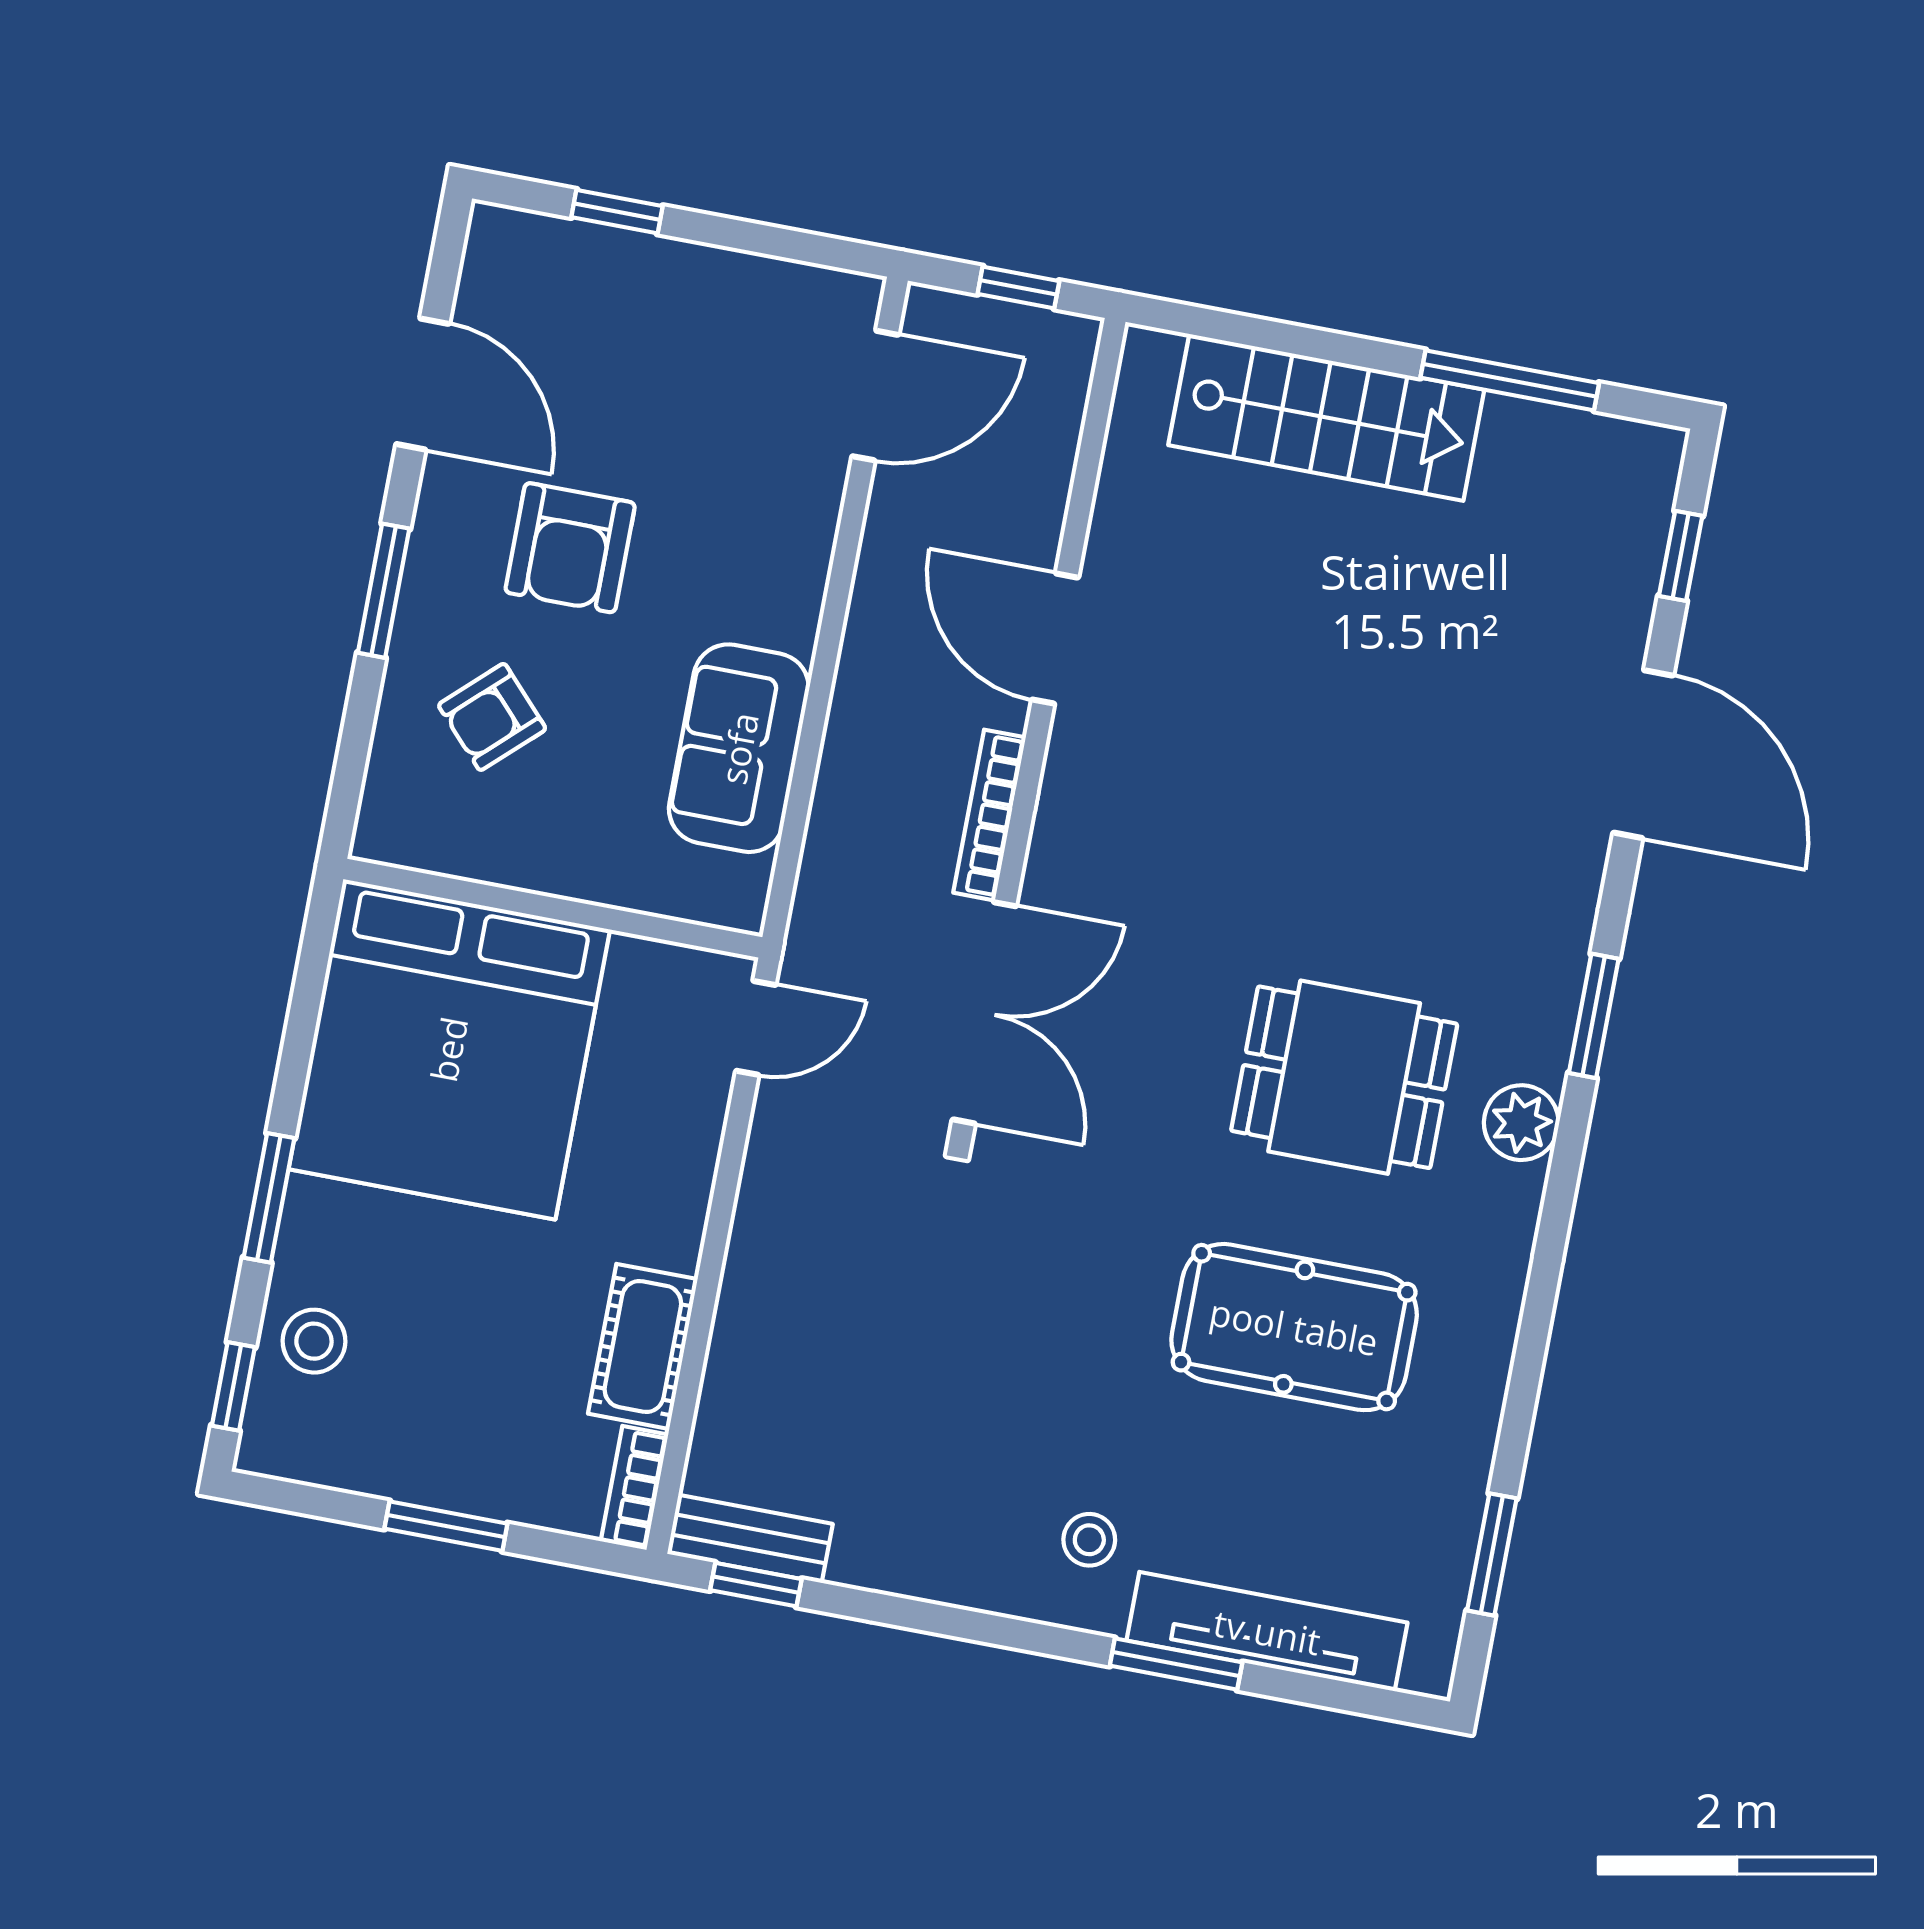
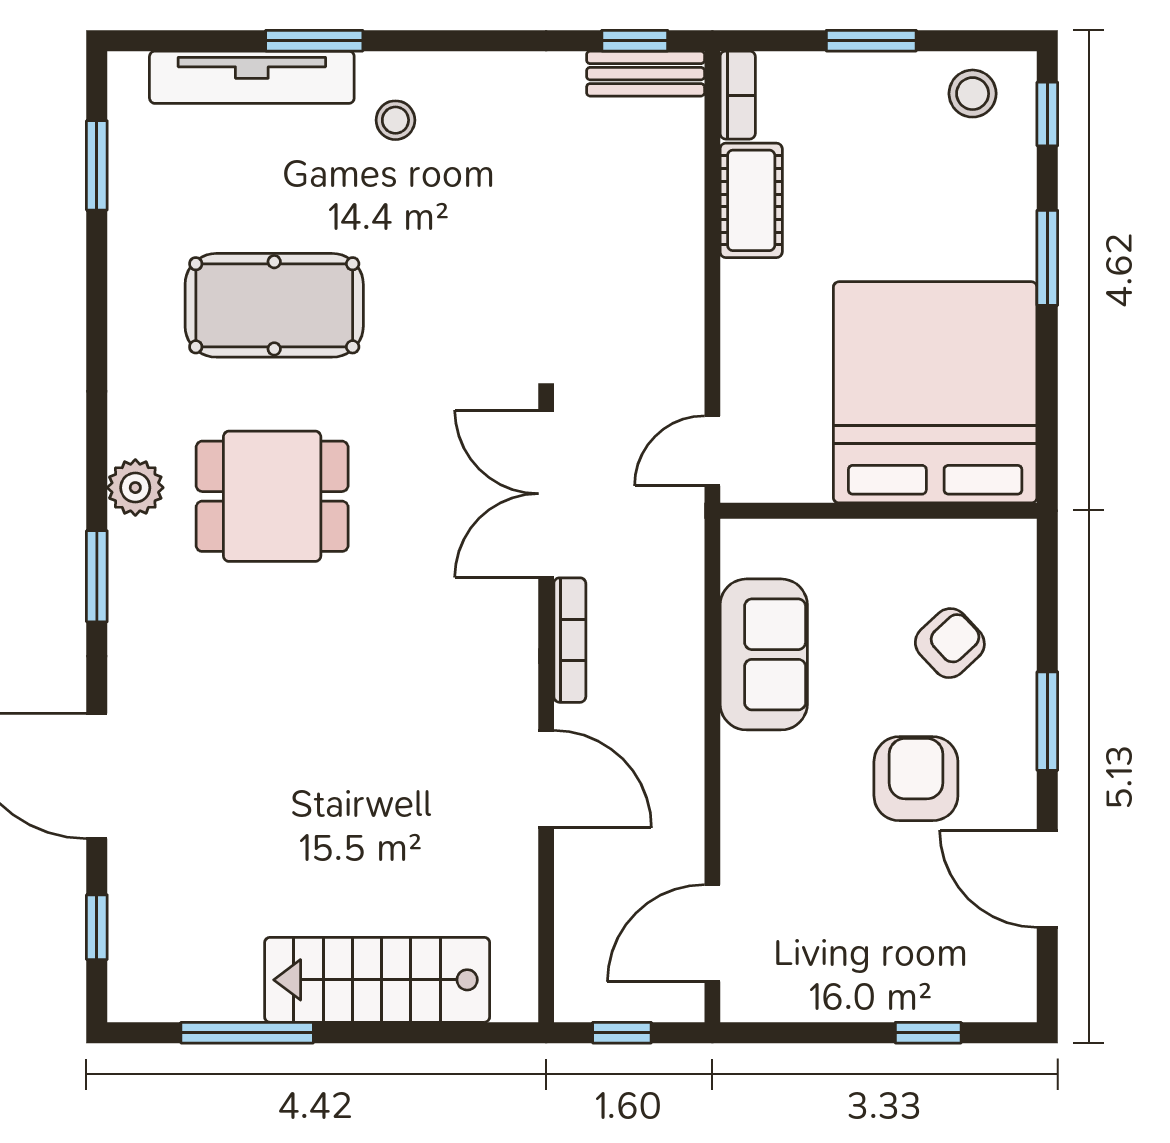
stool: (314, 1341) -> (973, 94), moved

